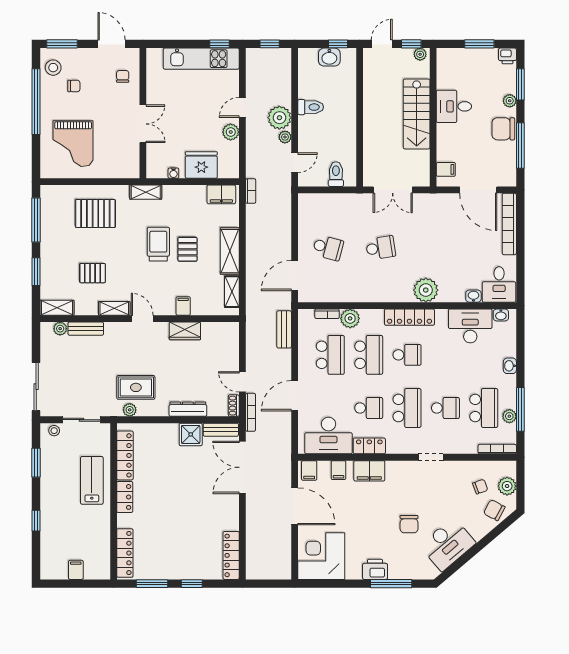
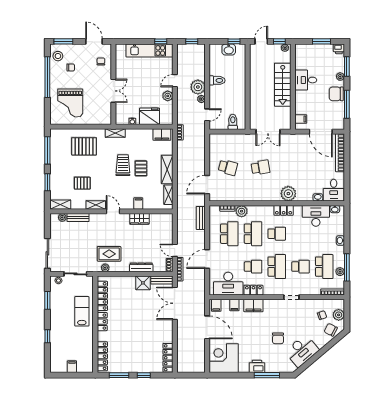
locker: (409, 317) -> (284, 210), width x0.66

